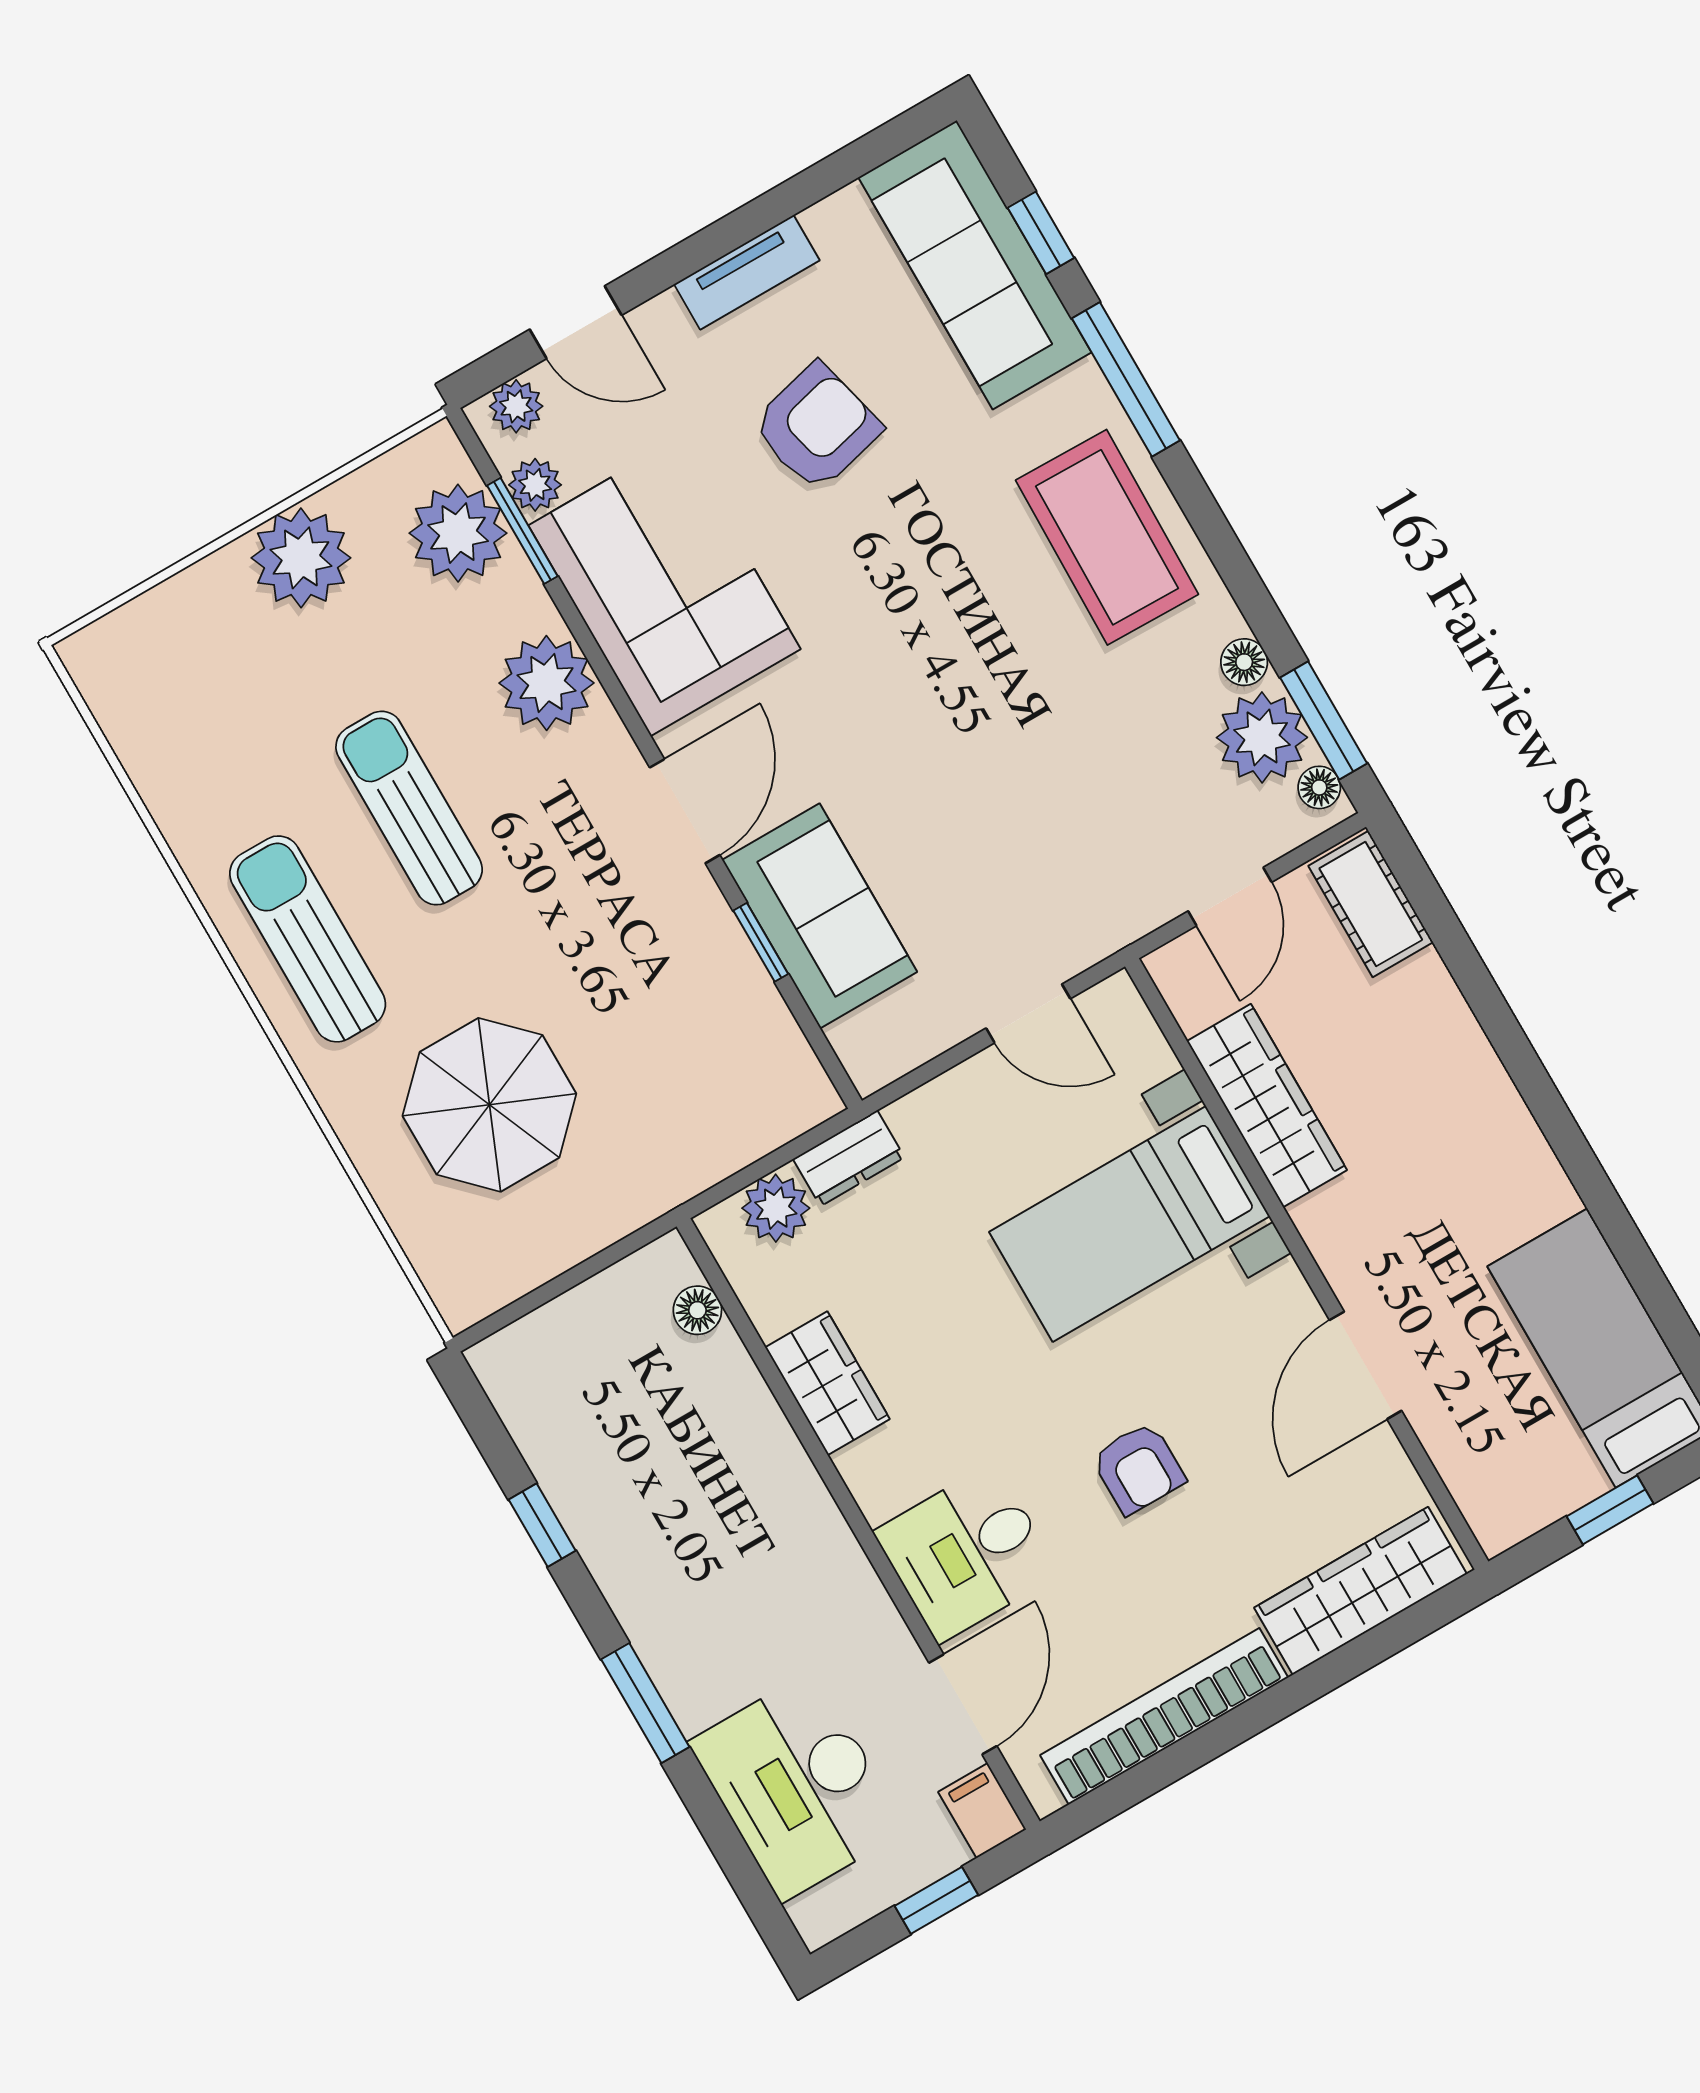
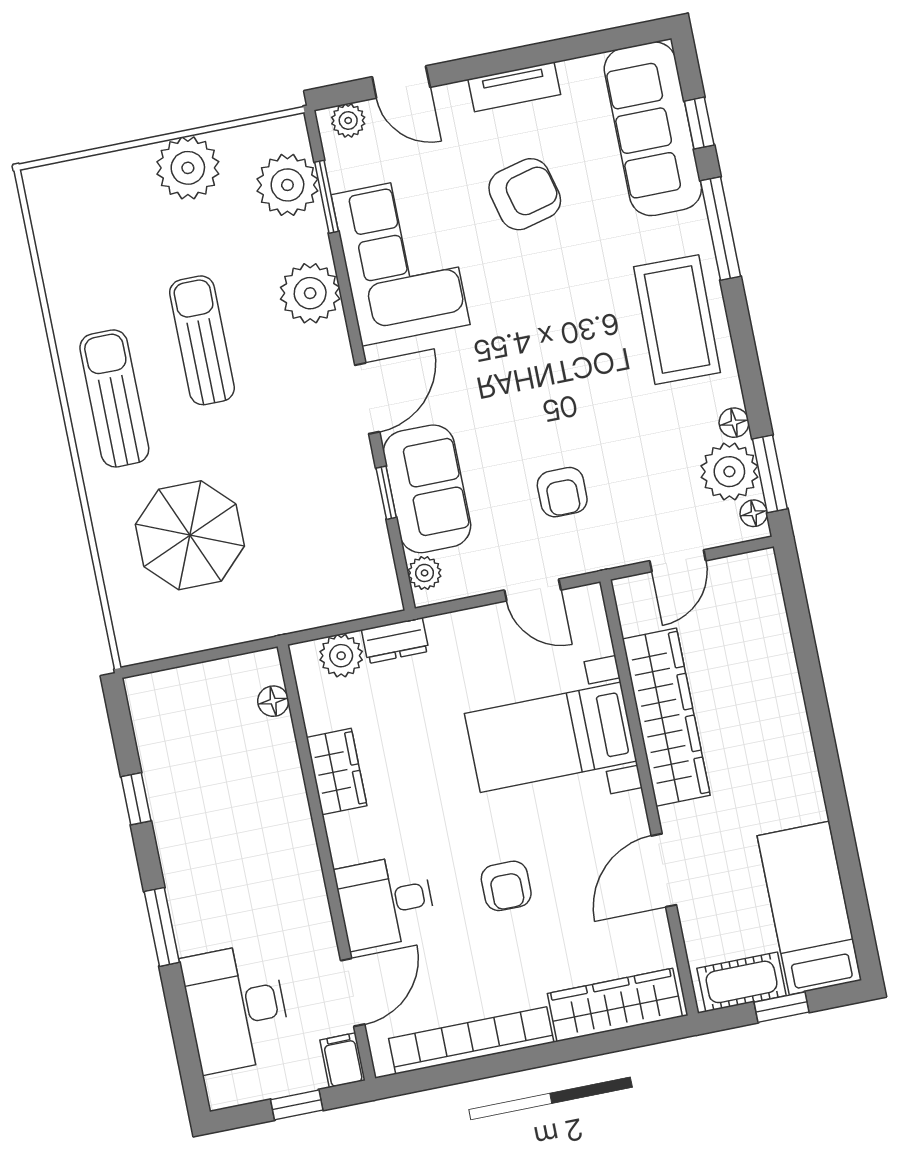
plant: (535, 485) -> (425, 573), moved
armchair: (1023, 853) -> (562, 492), added
cot: (1371, 904) -> (742, 982), moved, turned 90
wardrobe: (1267, 1106) -> (666, 717), width x1.40, depth x1.17

